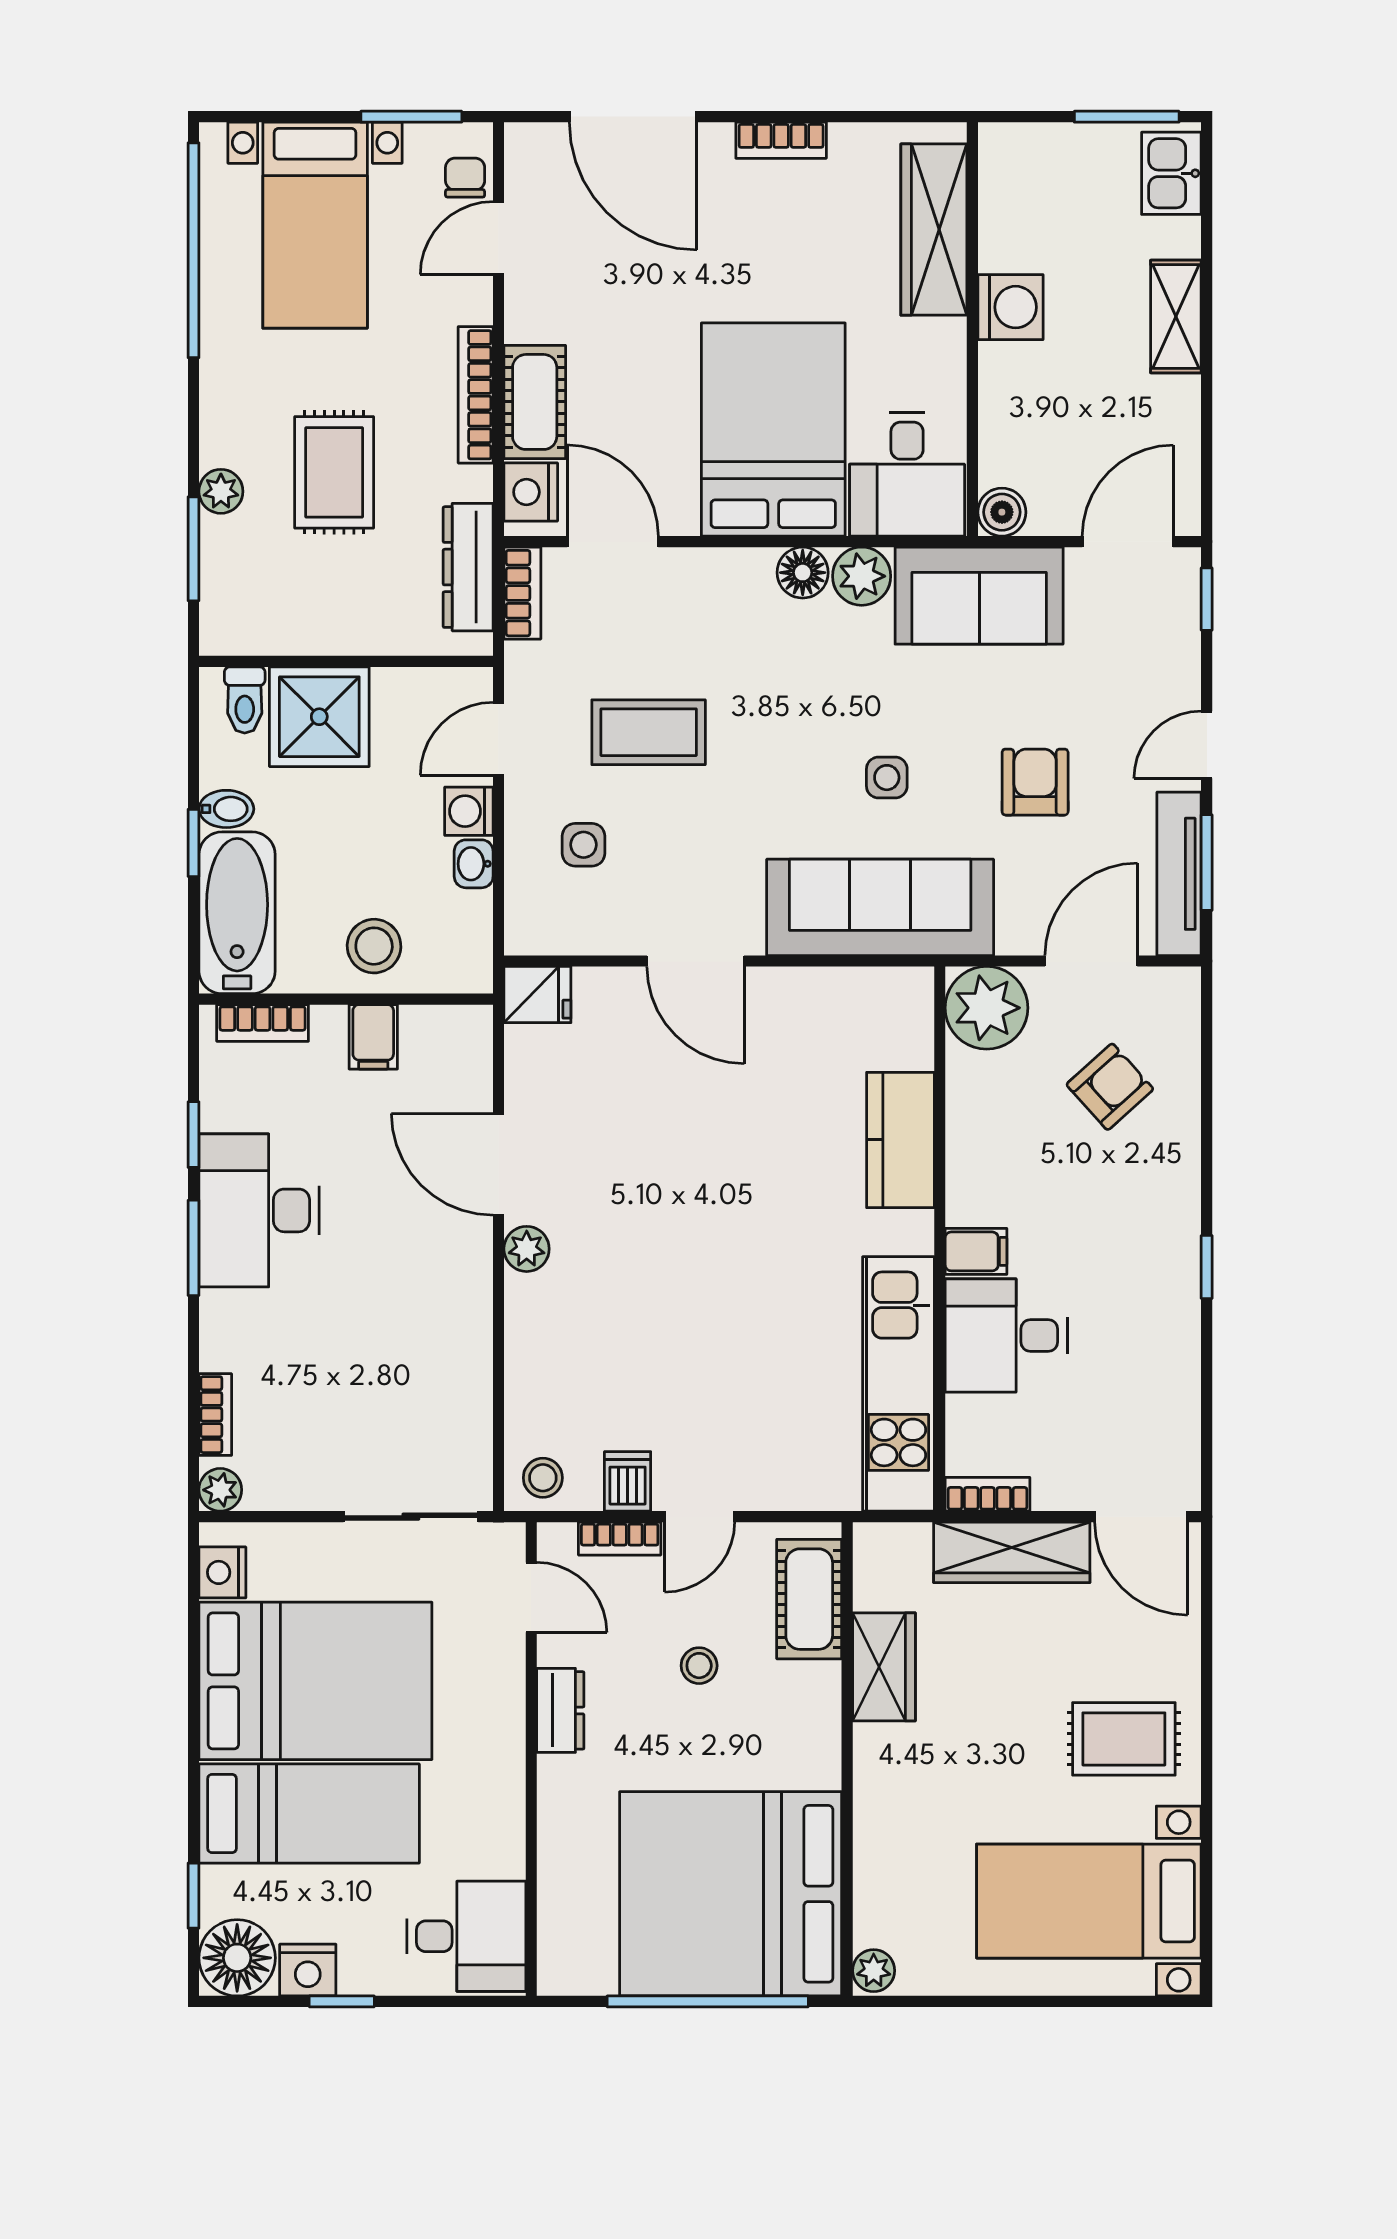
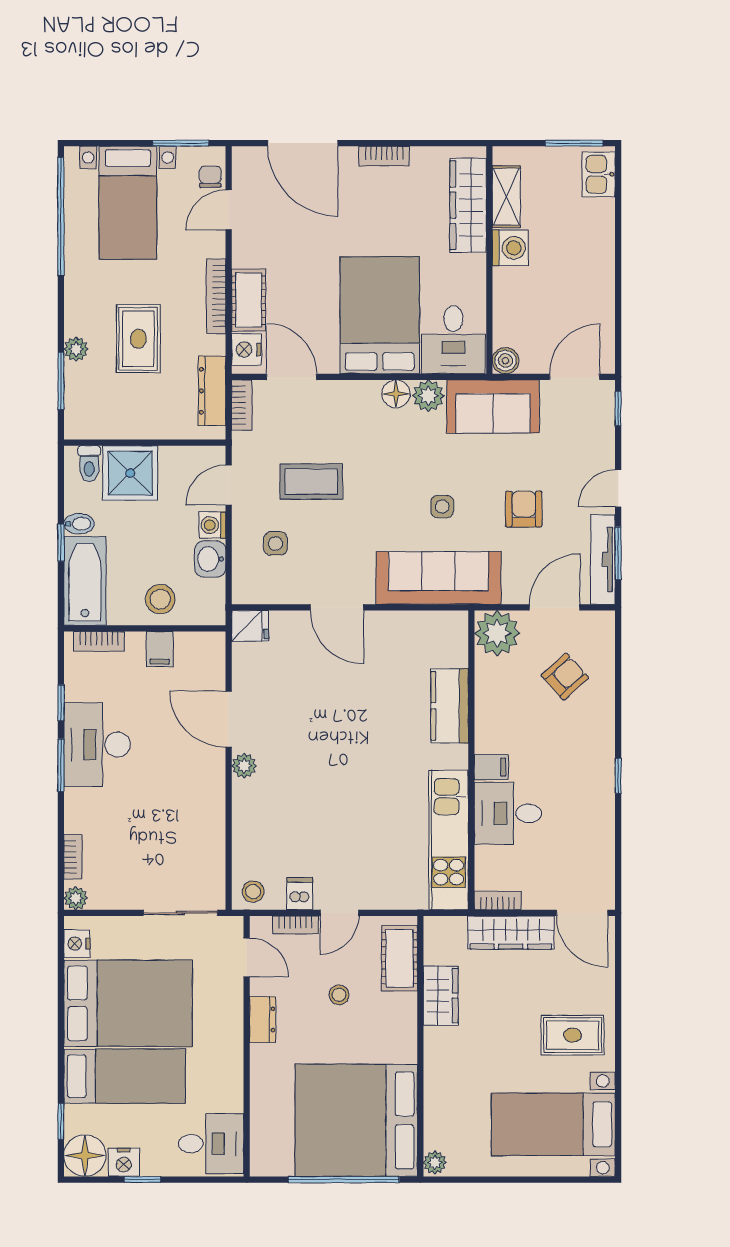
shelving: (1176, 316) -> (506, 197), moved
washbasin: (474, 864) -> (210, 559), width x1.38, depth x1.45

